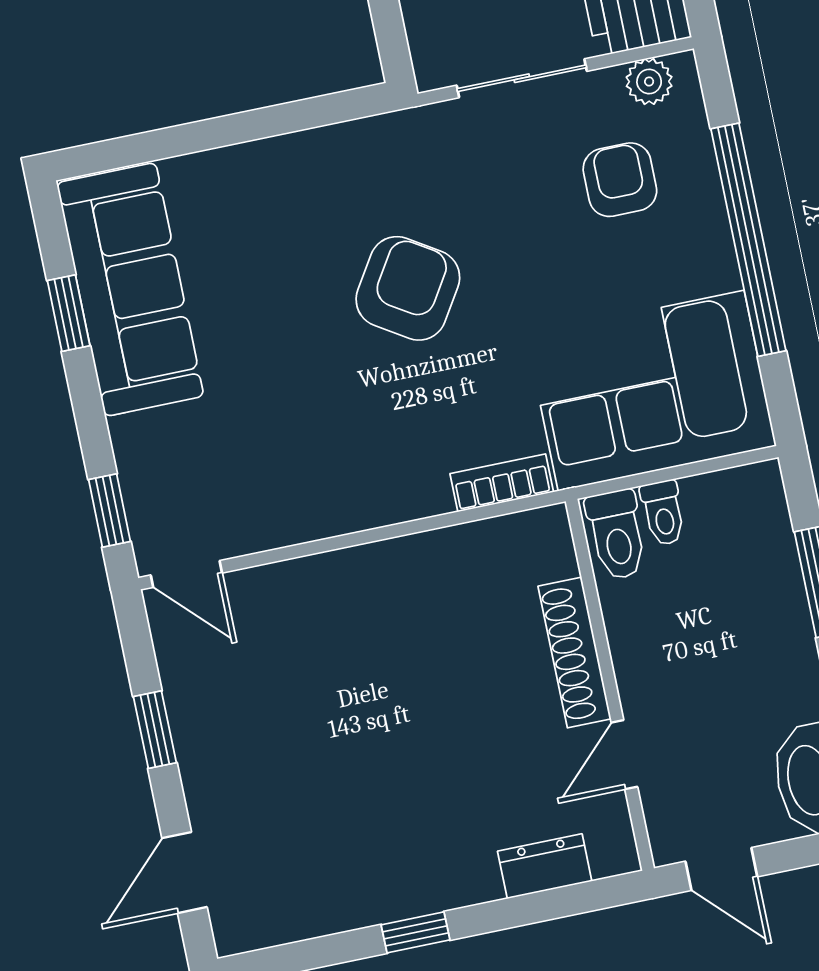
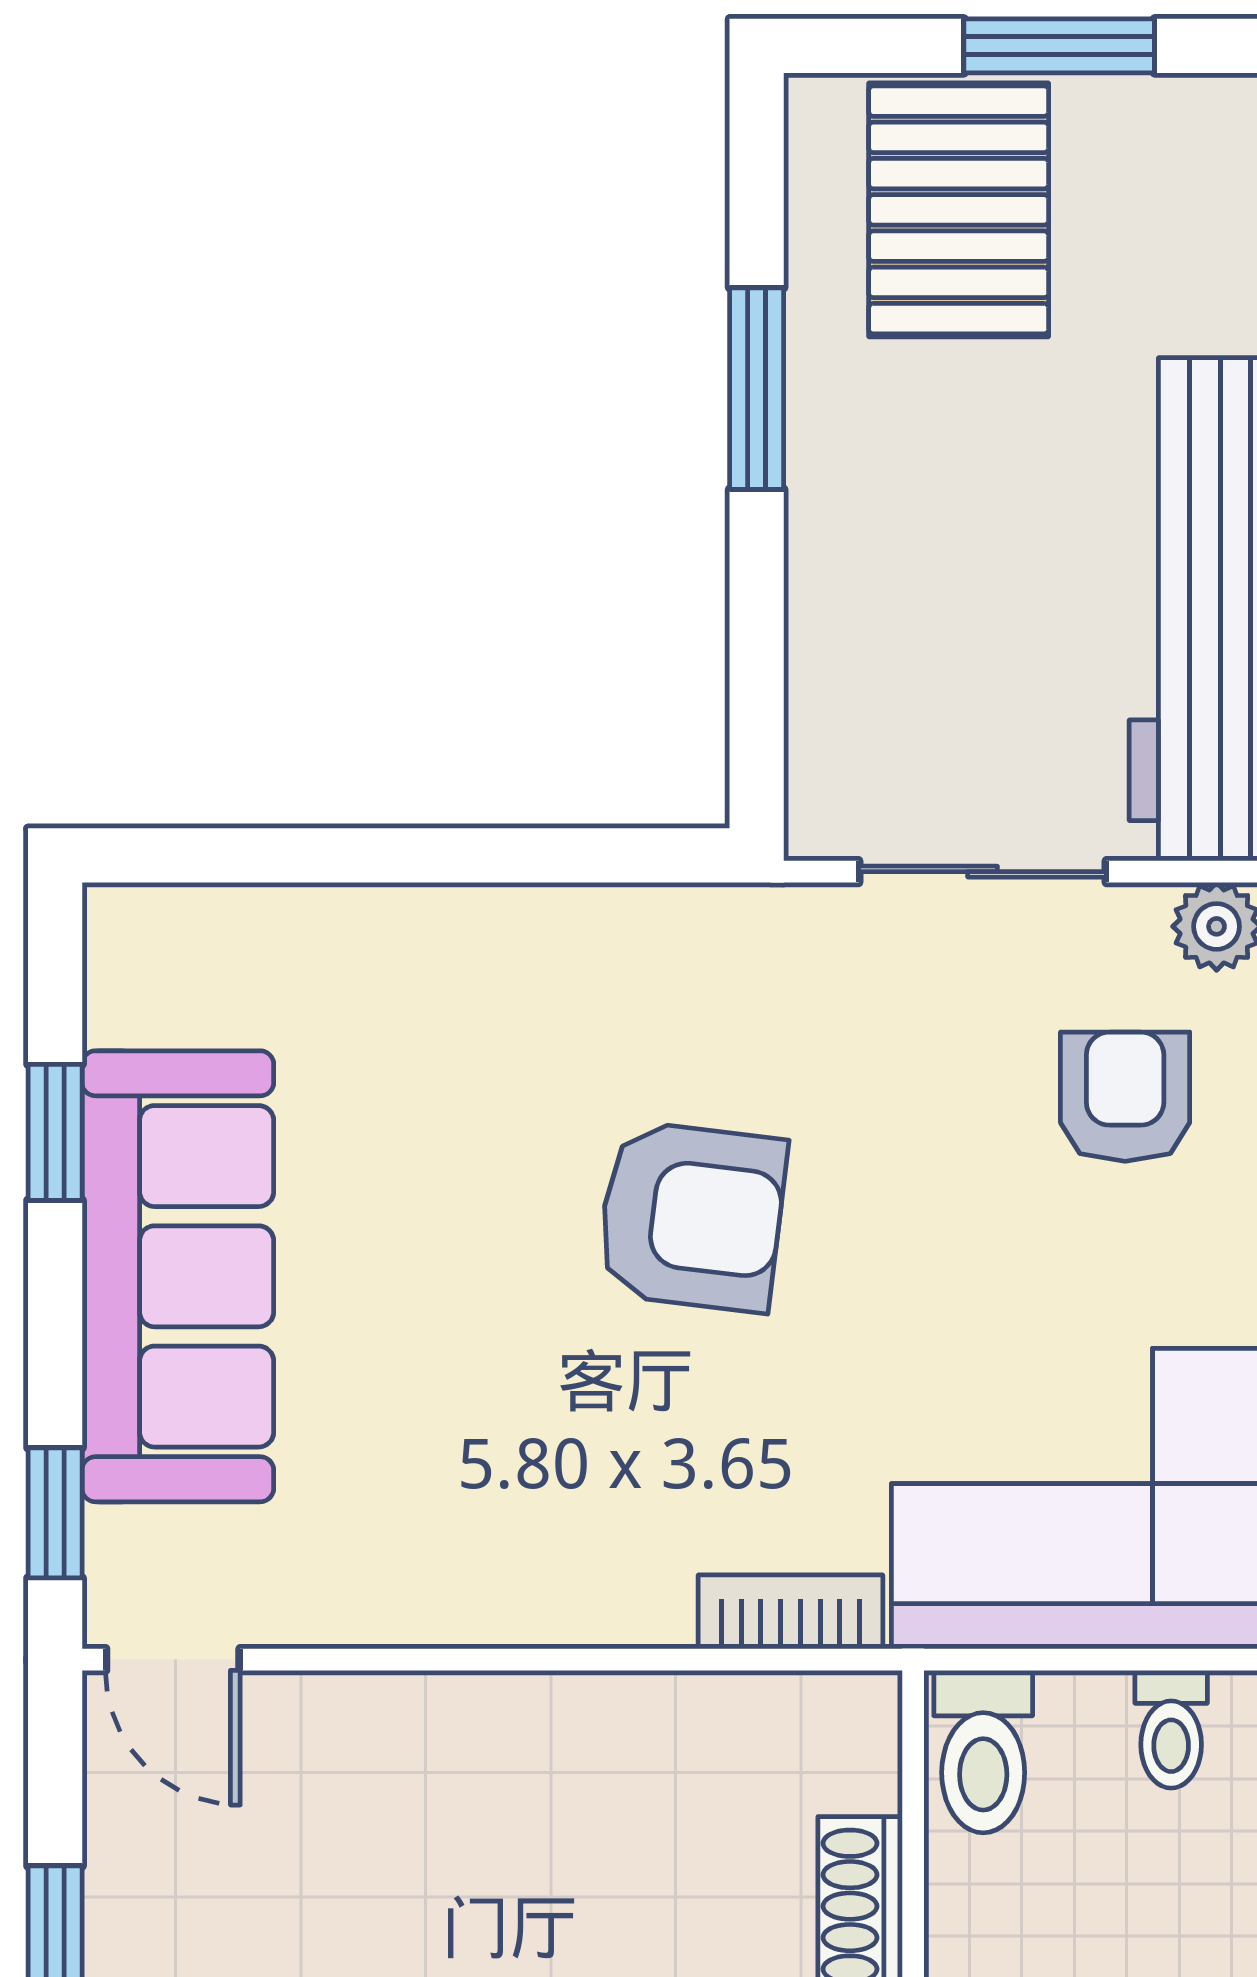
armchair: (408, 288) -> (691, 1216), turned 65
sofa: (130, 289) -> (178, 1276), moved
toilet: (663, 513) -> (1171, 1729), moved

